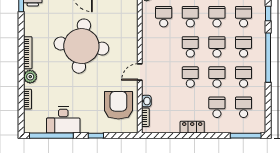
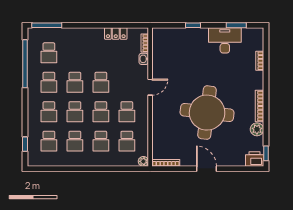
window: (268, 58) -> (25, 64), moved
plant: (30, 77) -> (257, 129), moved
armchair: (118, 105) -> (171, 55), removed
school desk: (217, 107) -> (127, 112), moved
locker: (192, 127) -> (116, 33), moved
window: (51, 136) -> (236, 25), width x0.47

